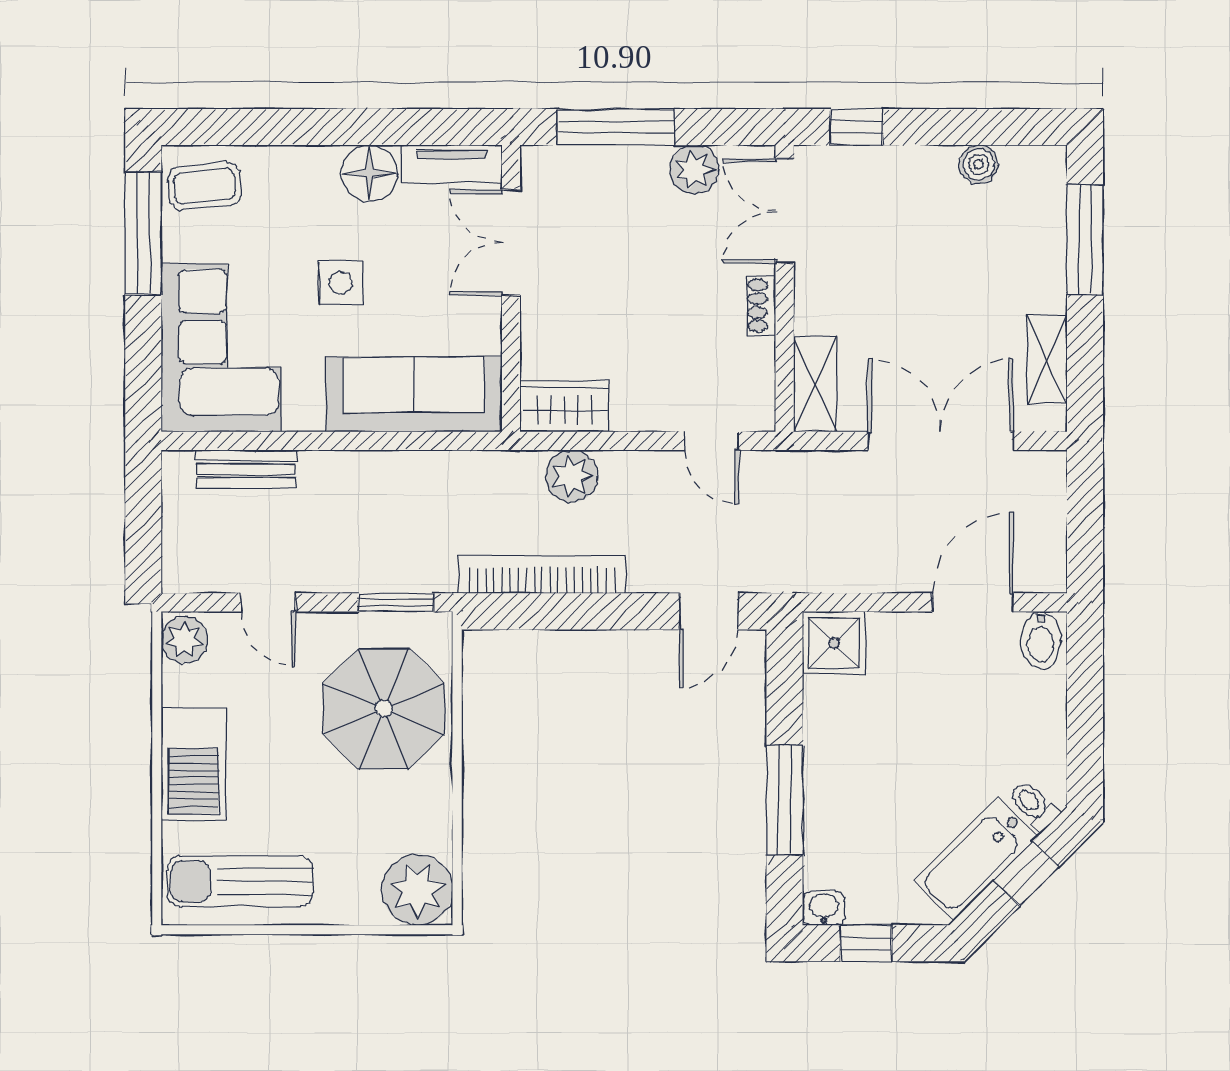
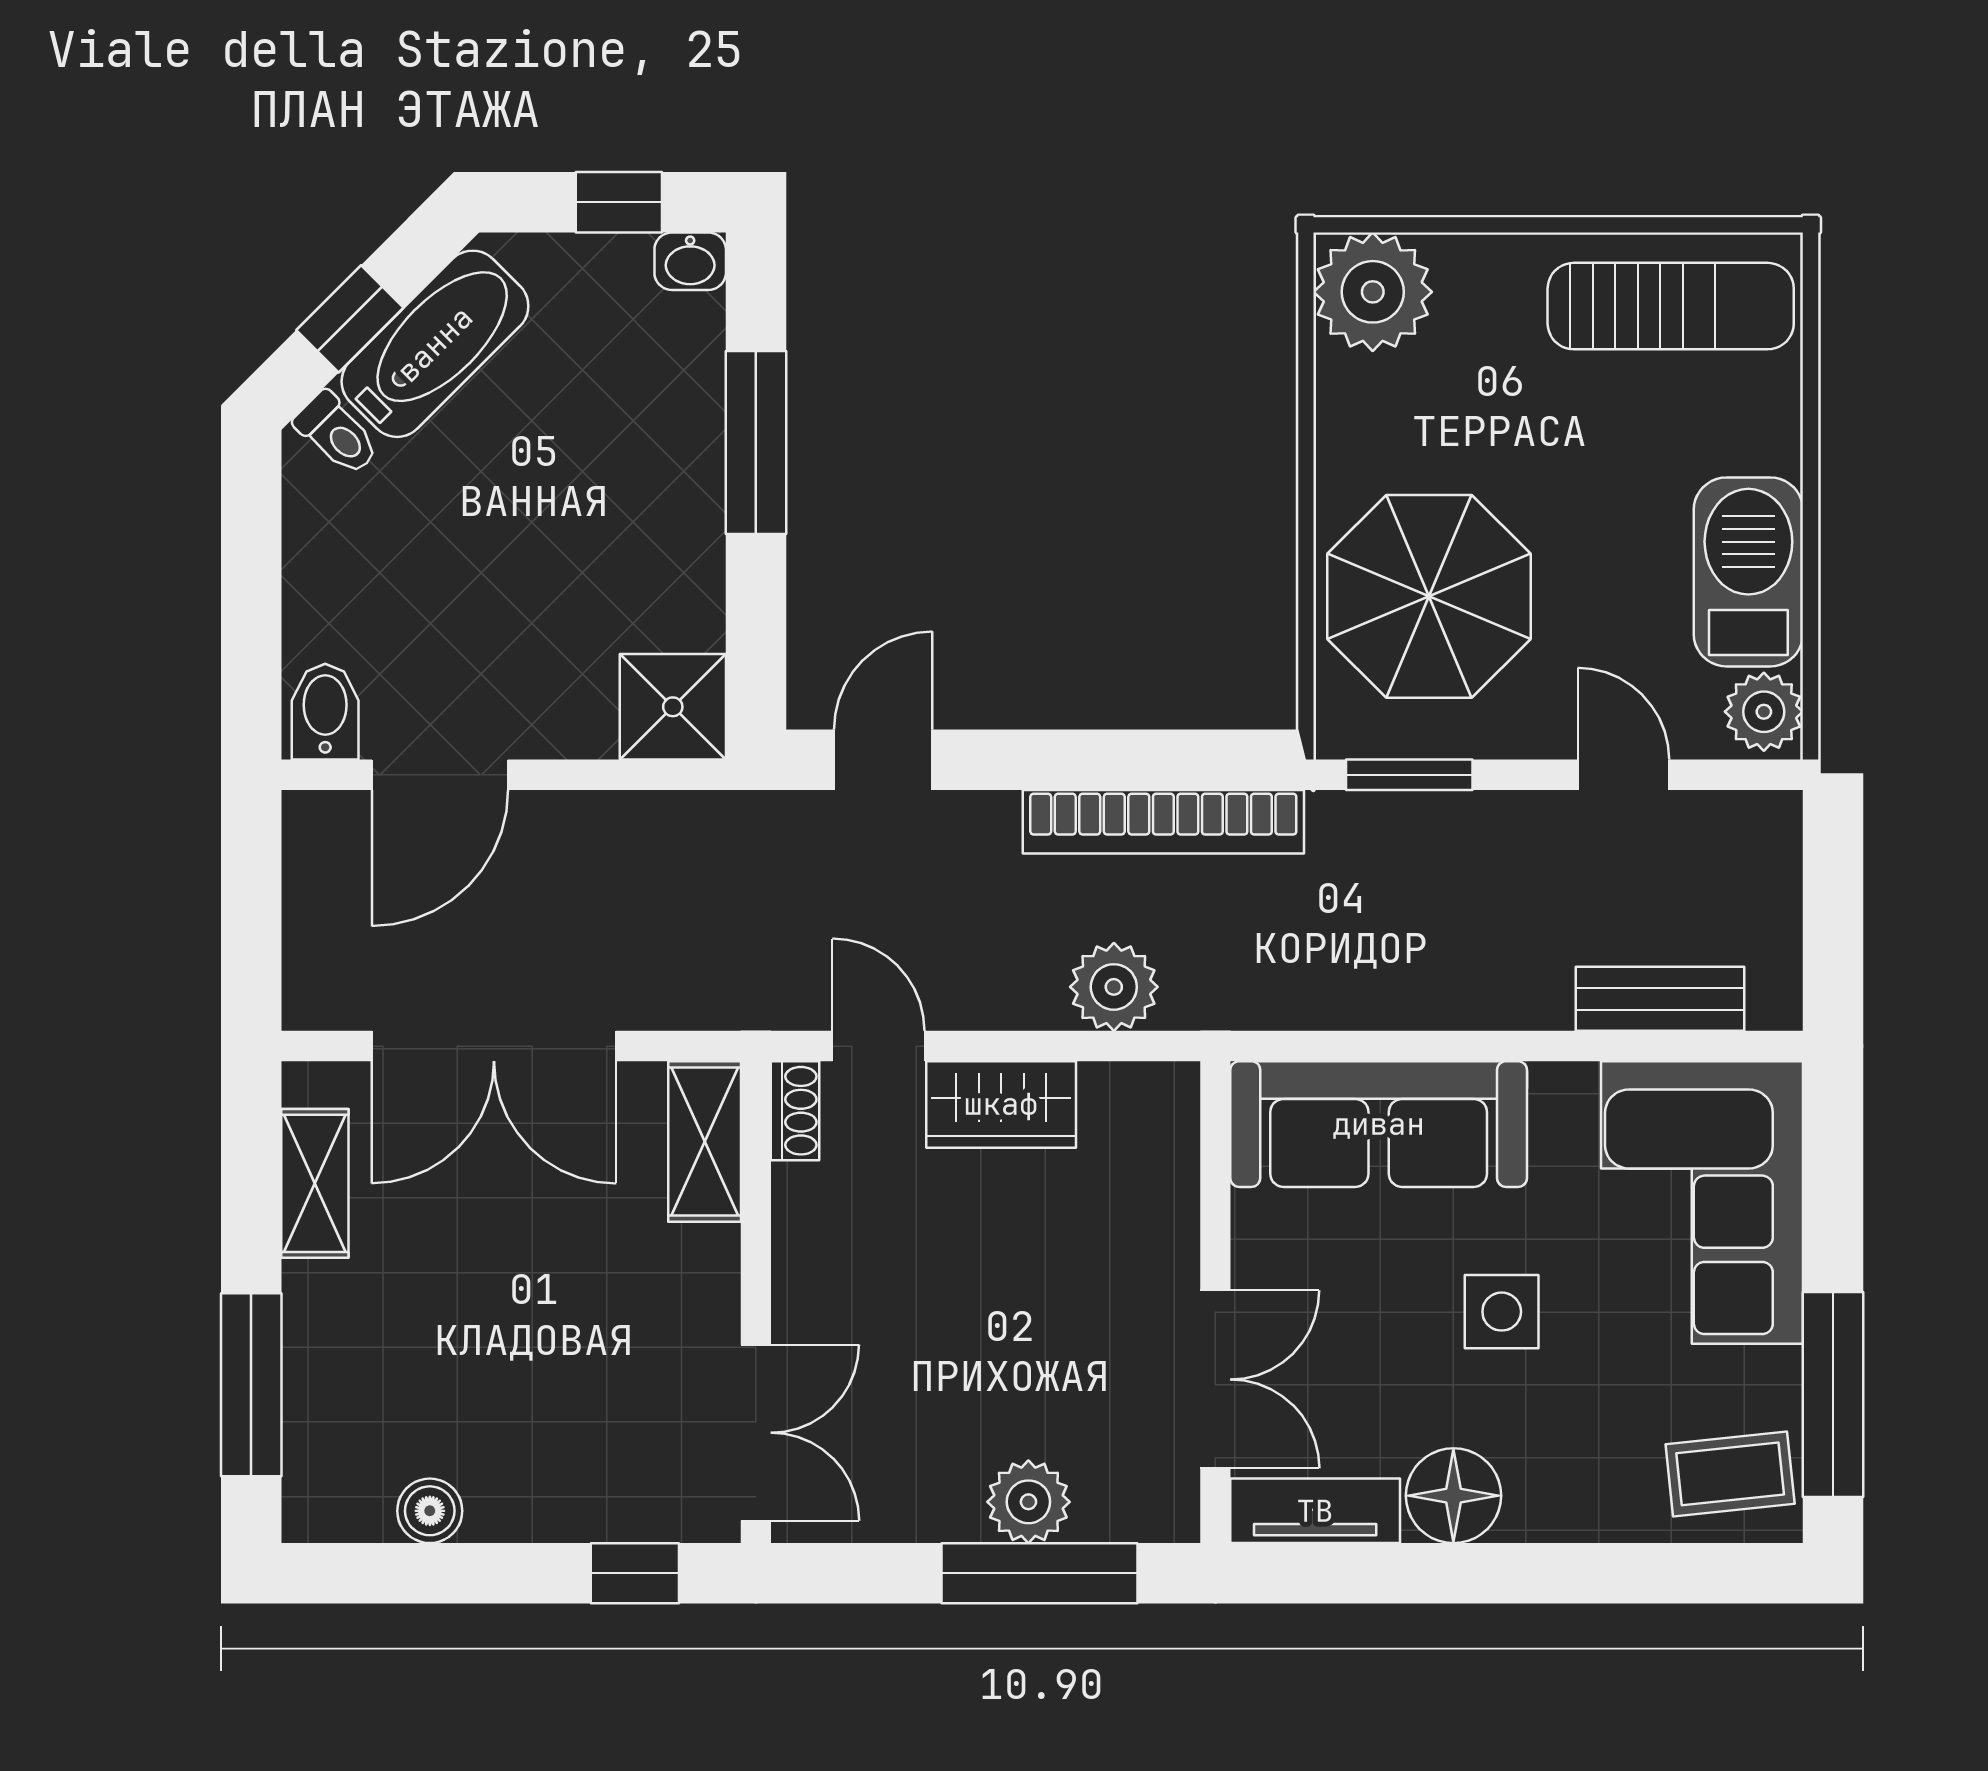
plant: (694, 170) -> (1028, 1502), moved
shoe rack: (761, 305) -> (795, 1111), moved
wardrobe: (565, 406) -> (1001, 1104), moved
barbecue: (194, 764) -> (1748, 572), moved

